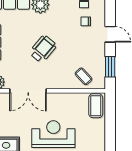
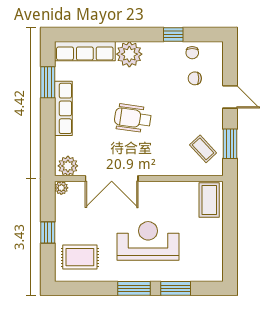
wheelchair: (43, 49) -> (133, 118), turned -122
coffee table: (83, 76) -> (203, 149), moved

